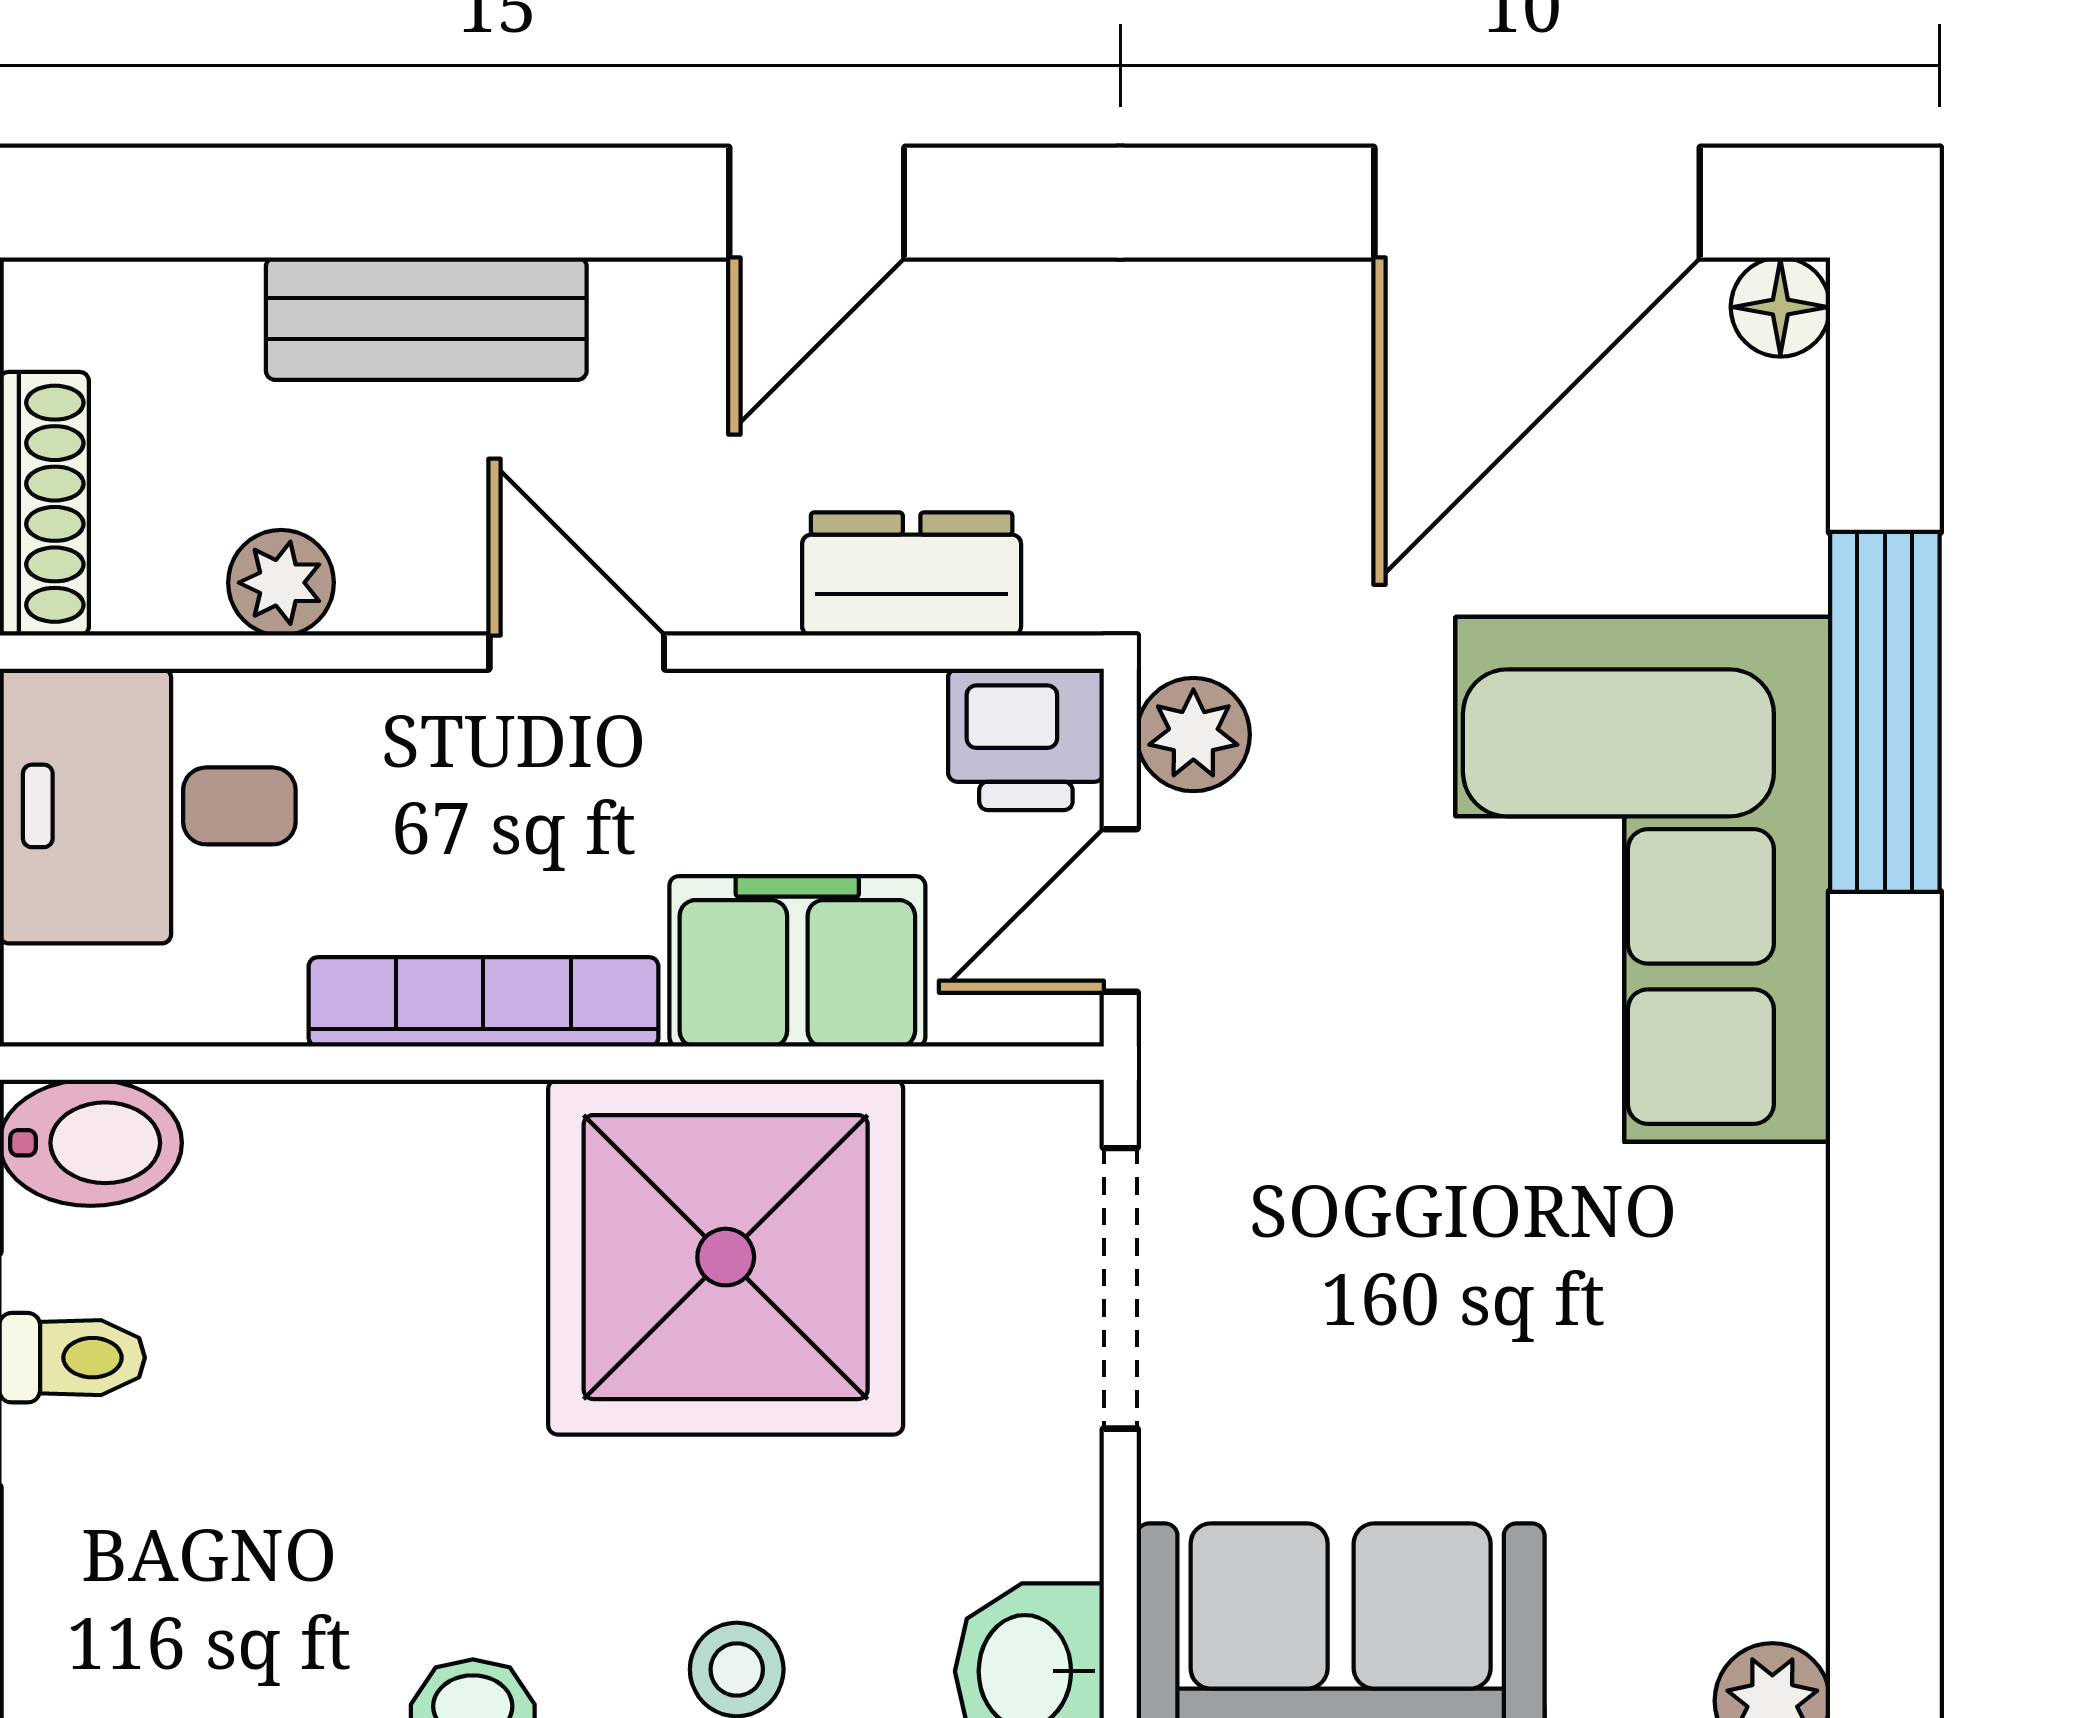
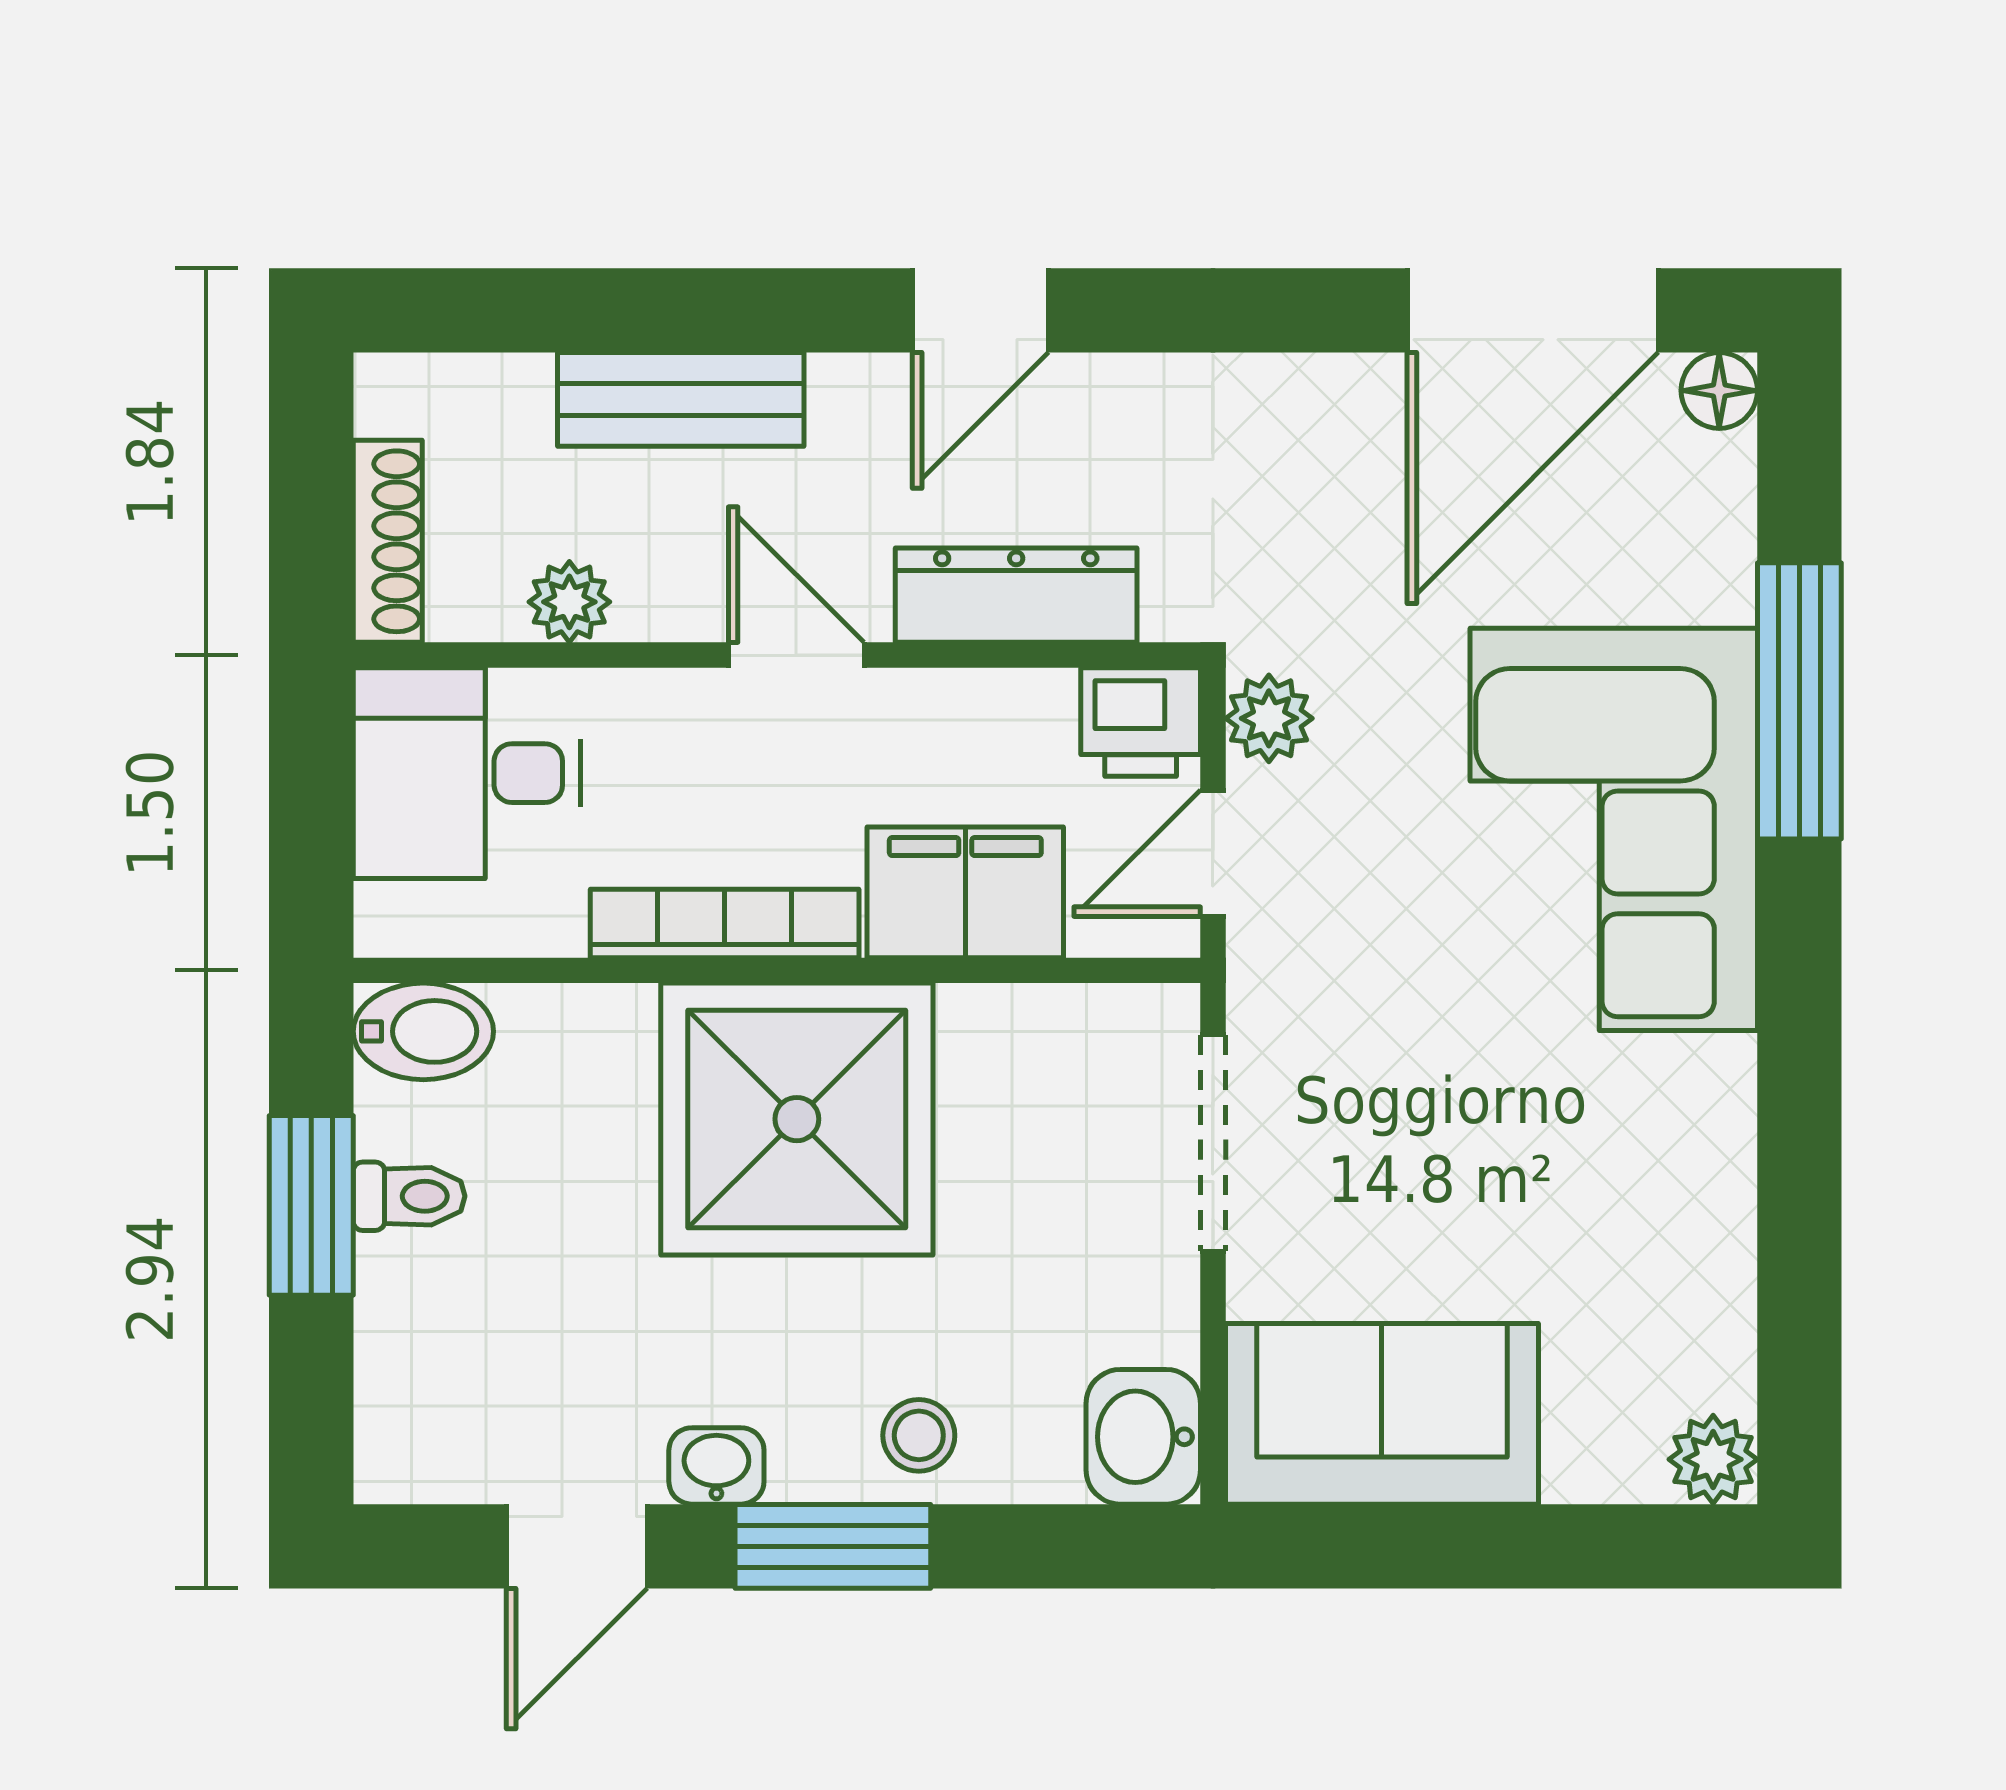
dresser: (912, 574) -> (1016, 595), width x1.44
shower: (726, 1257) -> (797, 1119), moved

